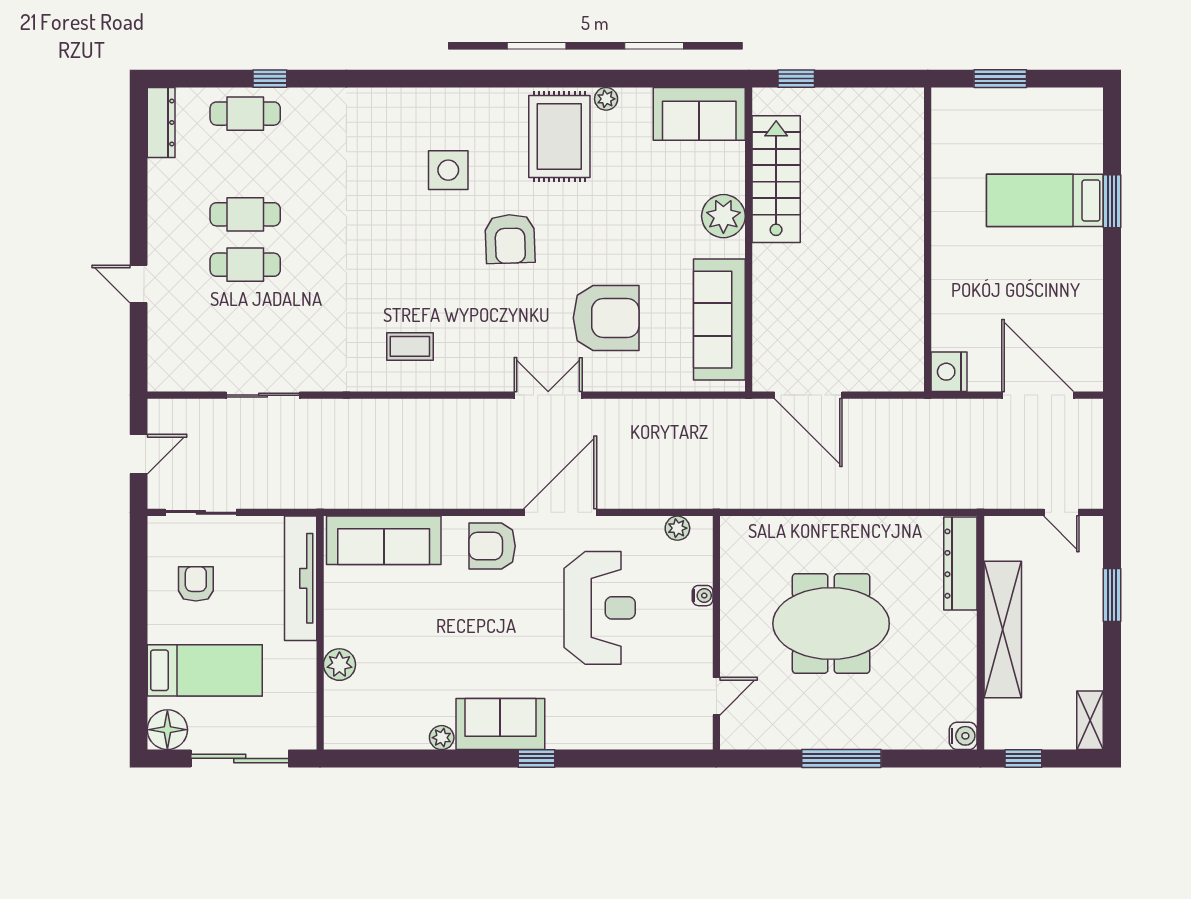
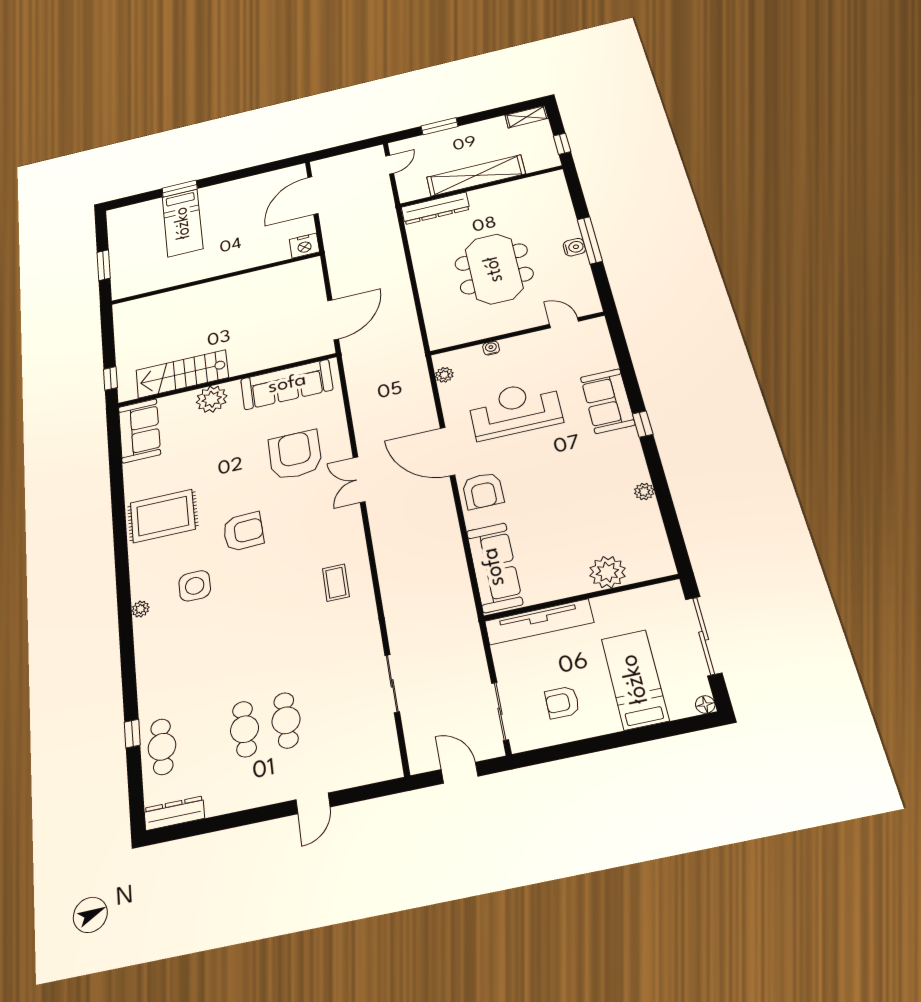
plant: (606, 99) -> (140, 609), moved
plant: (339, 665) -> (607, 572), width x1.36, depth x1.36
sofa: (500, 724) -> (608, 401), moved
floor lamp: (167, 730) -> (705, 705), width x0.53, depth x0.53
water cooler: (963, 736) -> (574, 247), moved, turned 90

